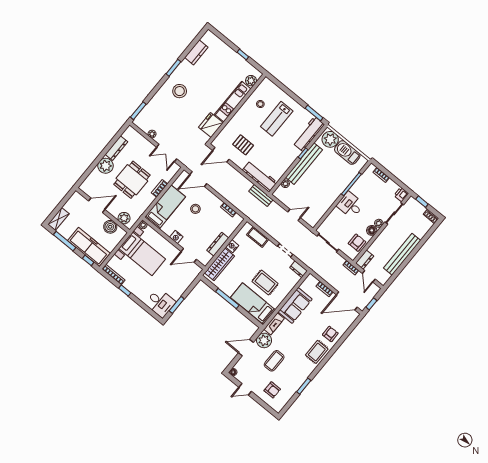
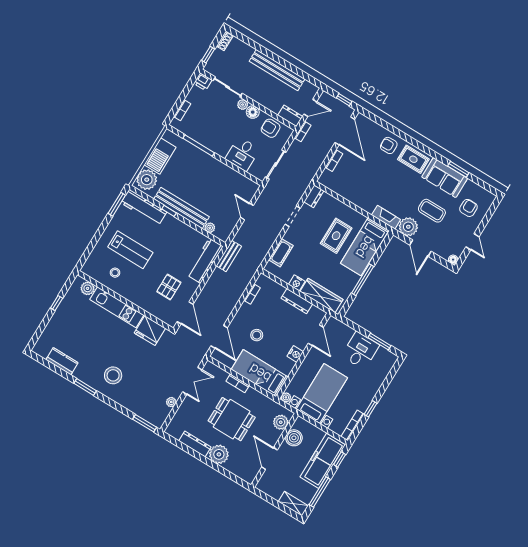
desk: (350, 205) -> (242, 154), moved
desk: (160, 303) -> (360, 351), moved
sofa: (295, 306) -> (445, 178), moved, turned 180

